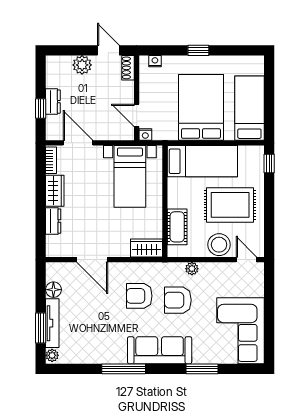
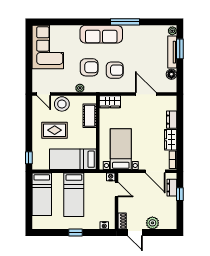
dresser: (53, 102) -> (172, 188), moved
bed: (201, 107) -> (74, 195), width x0.67
rug: (230, 205) -> (55, 130), width x0.73, depth x0.70
window: (202, 369) -> (73, 22), removed

